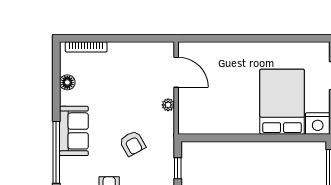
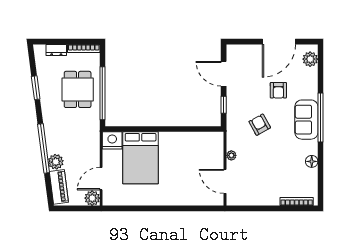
floor lamp: (67, 82) -> (312, 161), moved
sofa: (74, 131) -> (306, 120), moved

